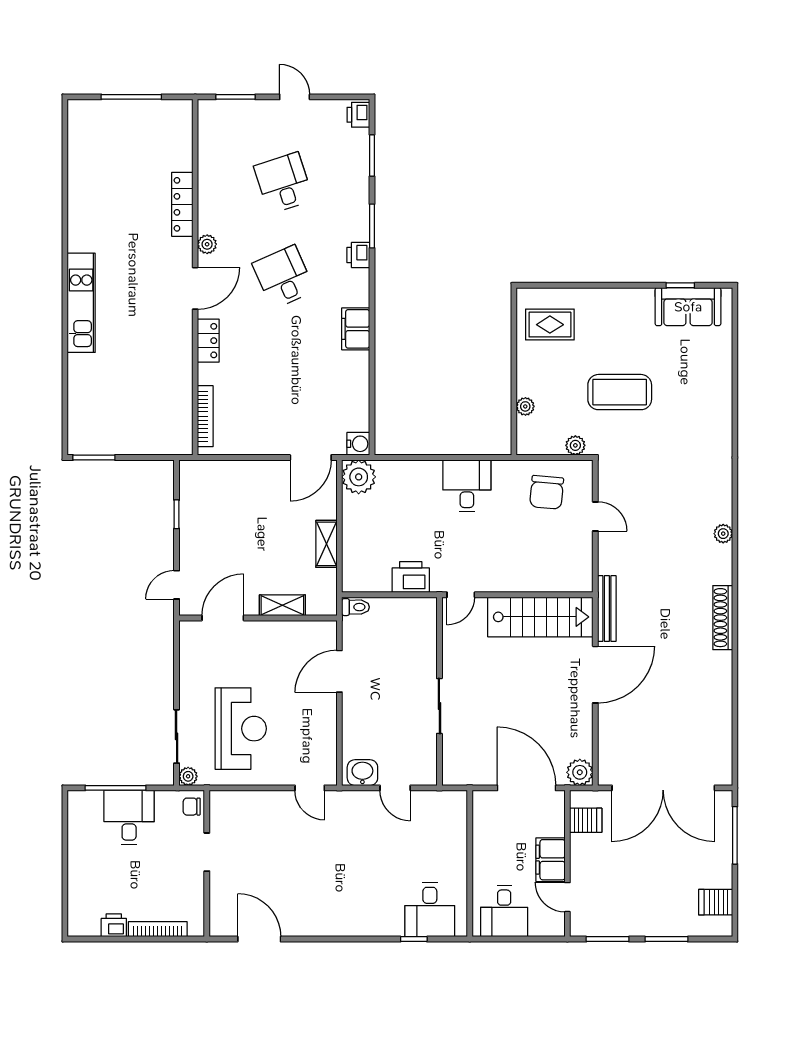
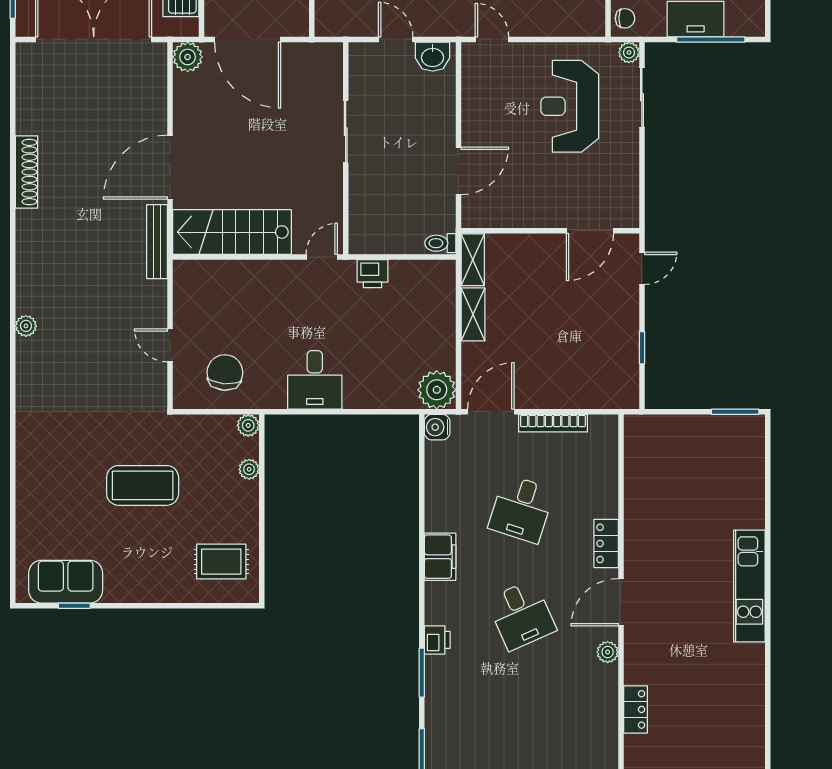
desk: (284, 183) -> (521, 509), moved, turned 36
locker: (182, 204) -> (636, 709), width x0.66
bookcase: (205, 416) -> (553, 423), moved, turned -90
plant: (575, 445) -> (248, 425), moved
printer: (411, 577) -> (372, 274), width x0.73, depth x0.81
shelving: (282, 605) -> (473, 260), moved, turned 90
shoe rack: (723, 618) -> (27, 172), moved

